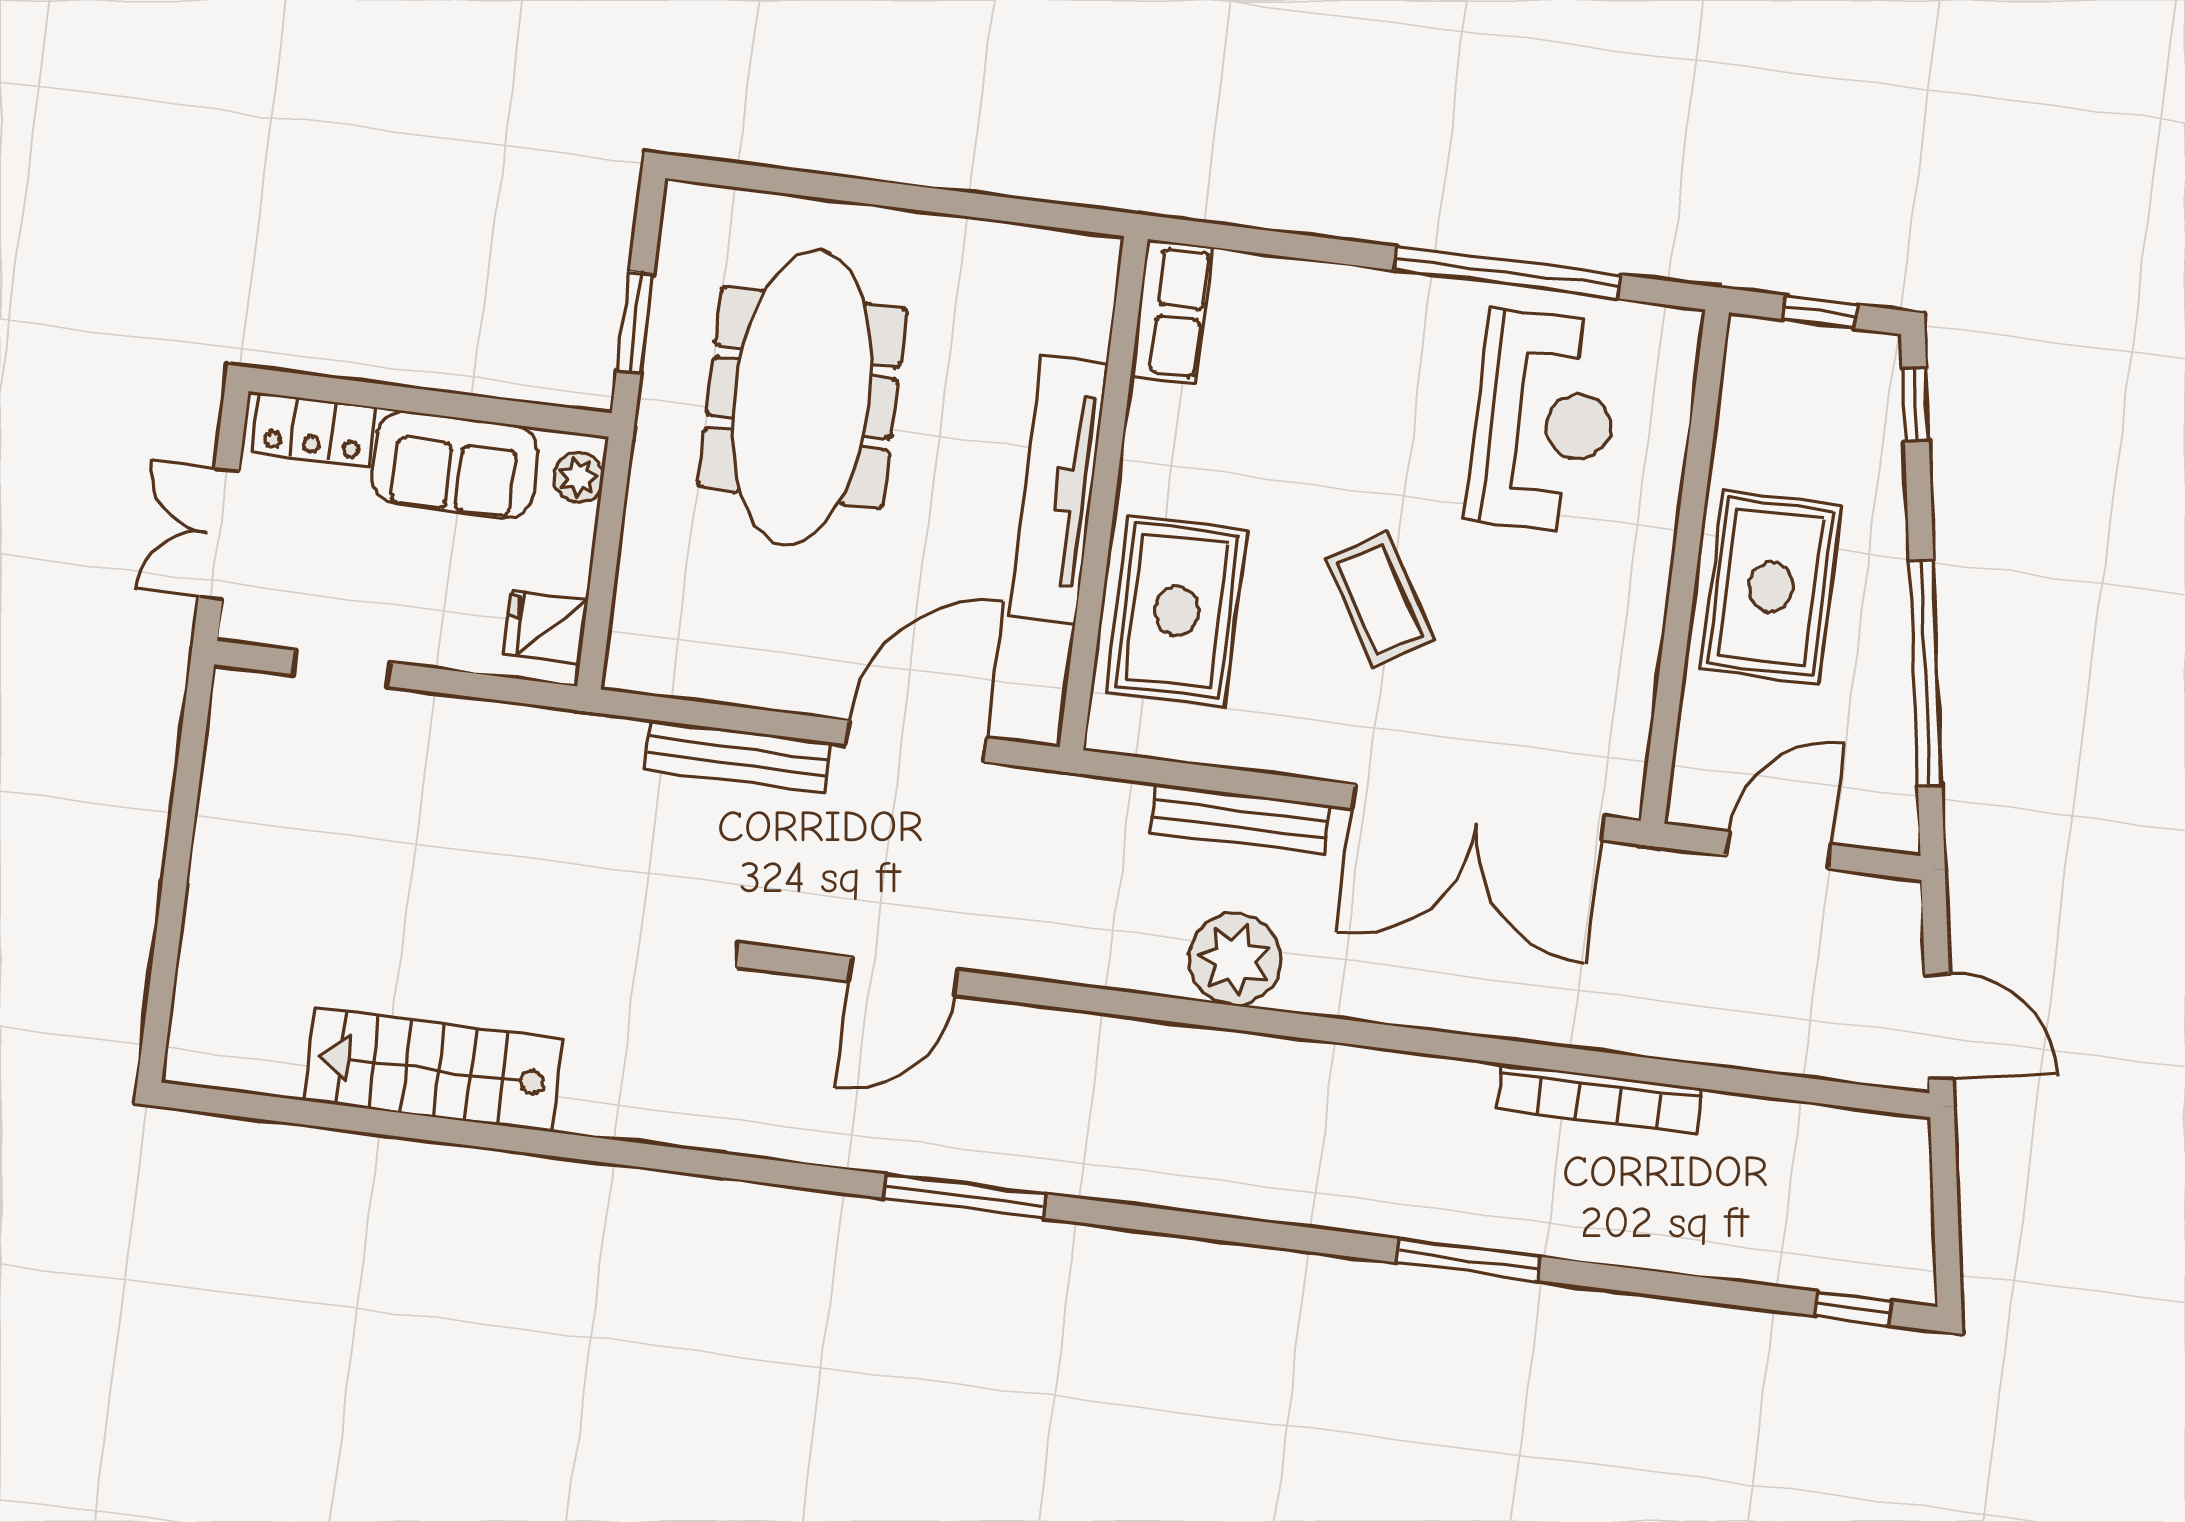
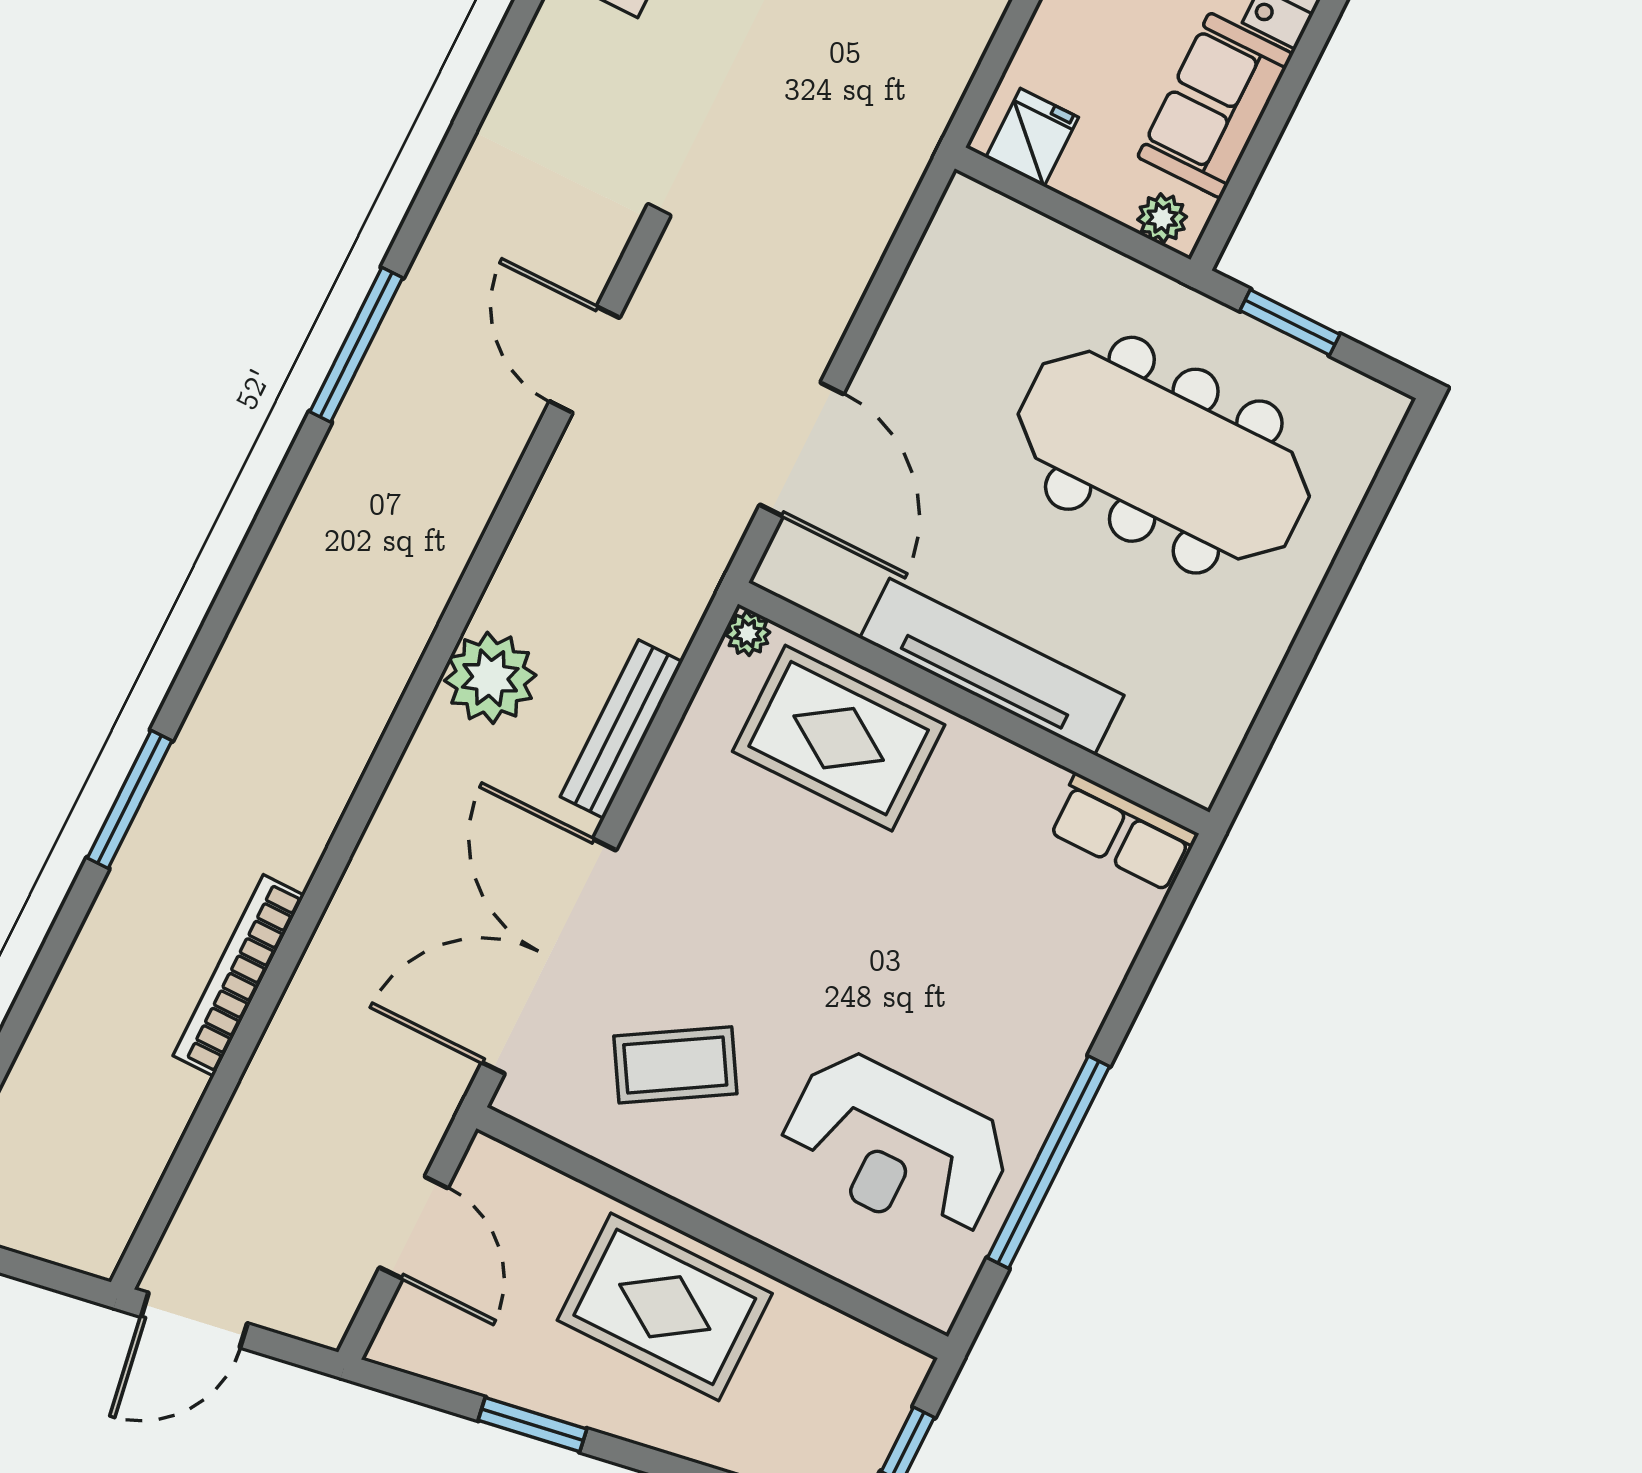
coffee table: (1380, 599) -> (675, 1065), moved
window: (1926, 673) -> (532, 1425), width x0.47
plant: (1108, 731) -> (748, 633), added
bench: (738, 756) -> (847, 276), removed

